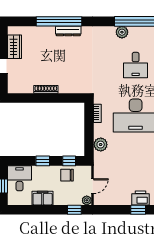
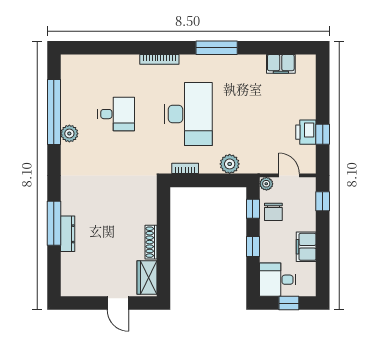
window: (59, 21) -> (54, 223), width x0.68
dresser: (68, 31) -> (68, 234), moved
wardrobe: (15, 47) -> (147, 277), moved, turned -90
printer: (141, 198) -> (306, 132), moved
plant: (87, 200) -> (266, 184), moved
window: (138, 210) -> (323, 134), moved

